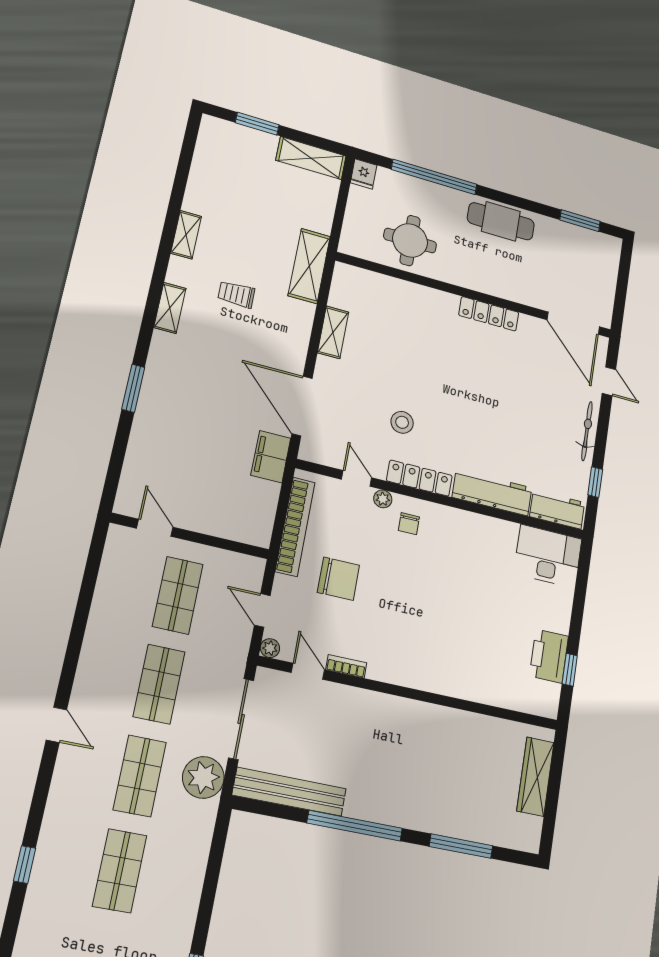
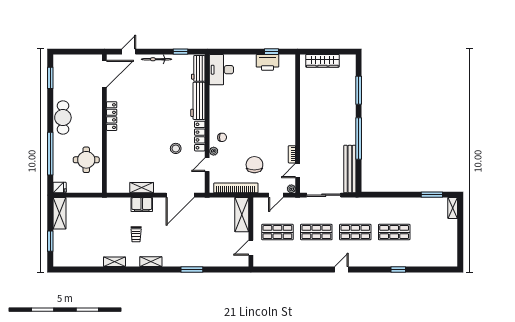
shelving: (309, 266) -> (242, 215), moved, turned 90
filing cabinet: (271, 457) -> (142, 205), moved
plant: (203, 777) -> (351, 206), removed

